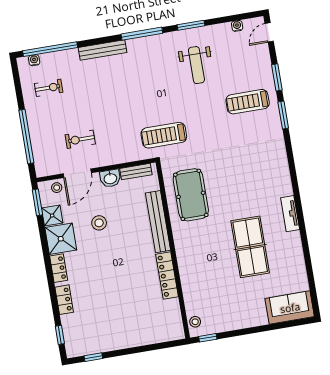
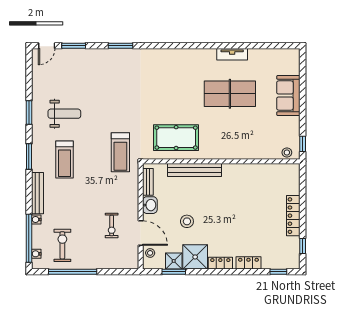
water cooler: (237, 26) -> (36, 219), moved
door: (269, 32) -> (47, 46), hinge flipped
window: (142, 34) -> (29, 156), width x0.69
window: (277, 77) -> (74, 46), moved
exercise bike: (49, 88) -> (62, 245), width x1.38, depth x1.39
treadmill: (248, 102) -> (64, 160), moved
window: (26, 137) -> (73, 272), moved
window: (37, 202) -> (174, 272), moved
tv unit: (290, 214) -> (232, 54), moved
locker: (167, 276) -> (293, 216), moved, turned 90
sofa: (290, 308) -> (288, 95), moved

